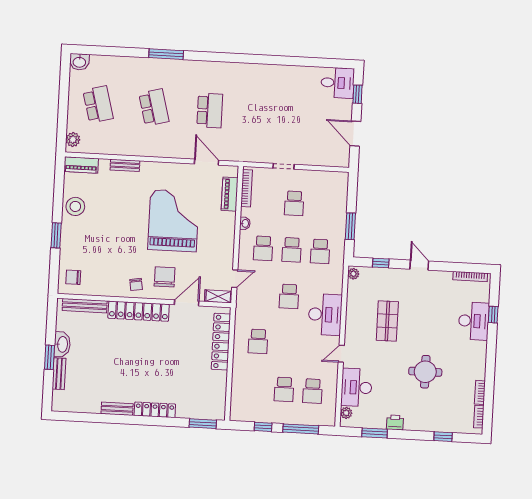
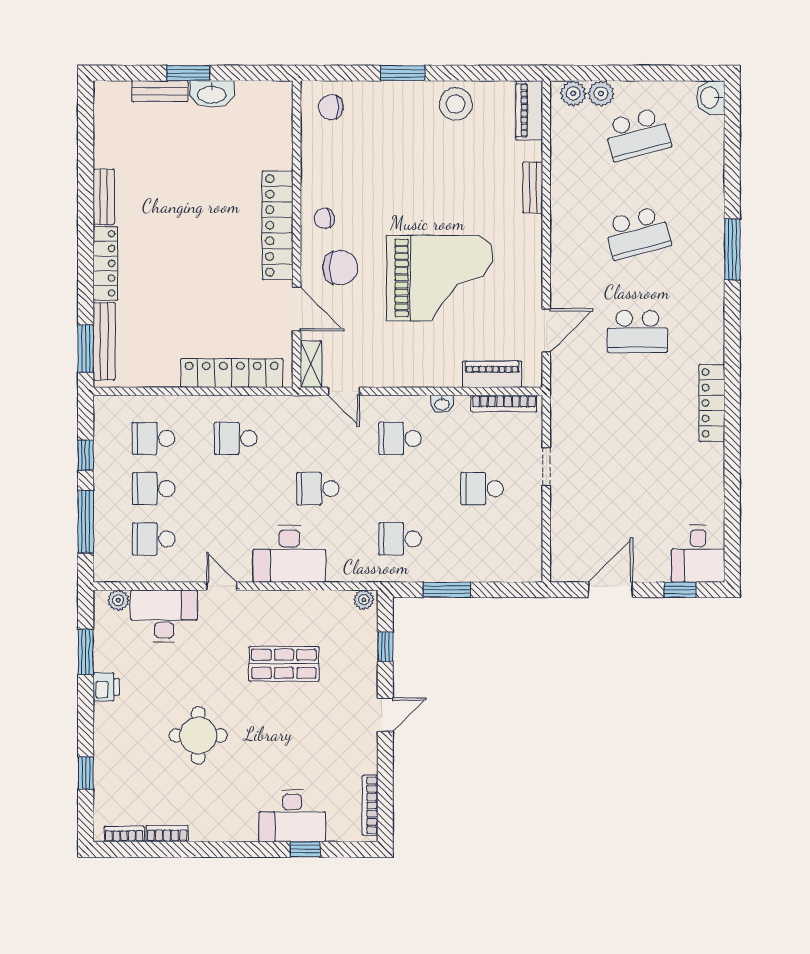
locker: (253, 70) -> (712, 403), added
plant: (74, 124) -> (601, 94), added
school desk: (292, 250) -> (154, 438), moved
chair: (73, 277) -> (331, 107), turned -90
bench: (85, 306) -> (104, 341), moved

